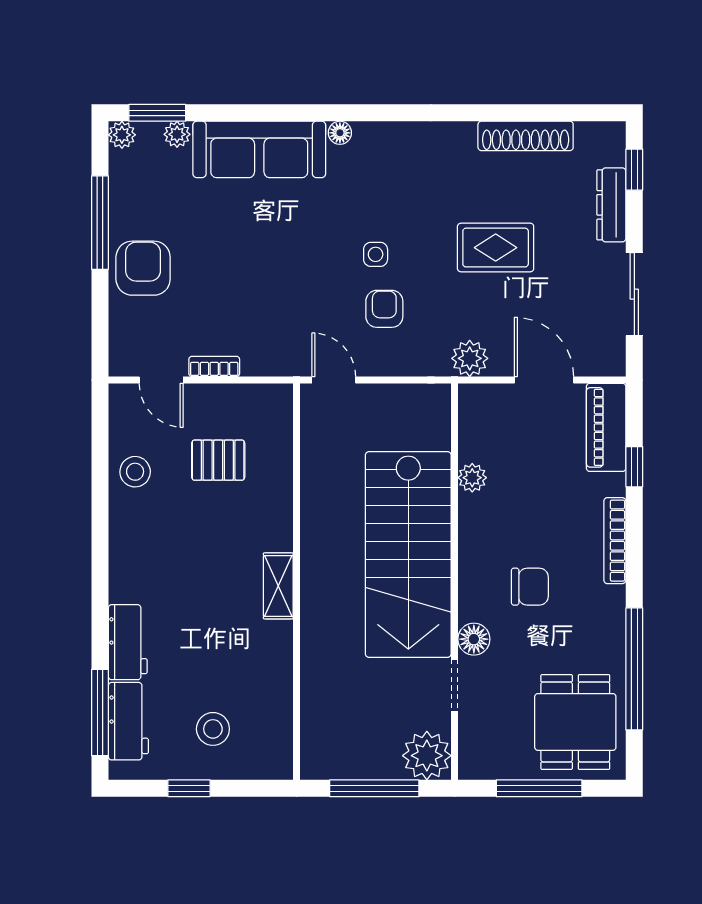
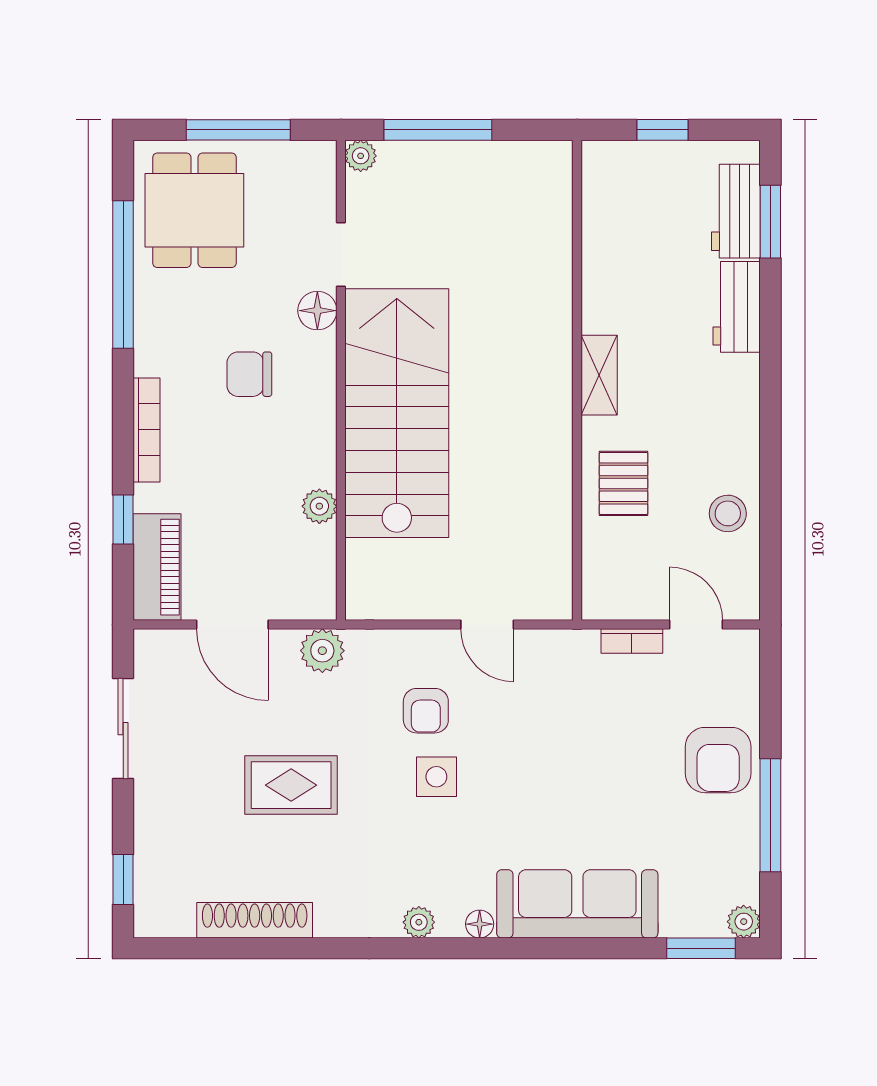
plant: (177, 134) -> (419, 922), moved
dresser: (611, 205) -> (151, 837), removed
side table: (376, 254) -> (436, 777), width x1.37, depth x1.37
pallet: (218, 460) -> (624, 483), moved, turned 90
wall: (297, 582) -> (577, 380), moved
shelving: (278, 586) -> (599, 375), moved
window: (100, 713) -> (770, 222), width x0.69
stool: (213, 729) -> (633, 202), removed
plant: (427, 756) -> (361, 156), width x0.53, depth x0.53

